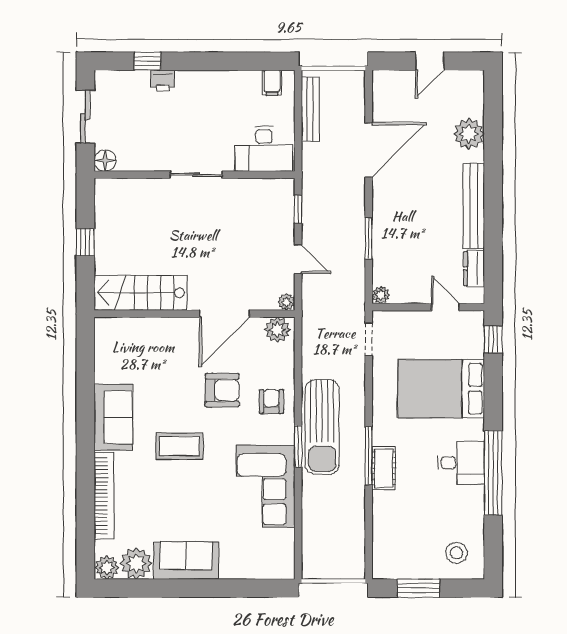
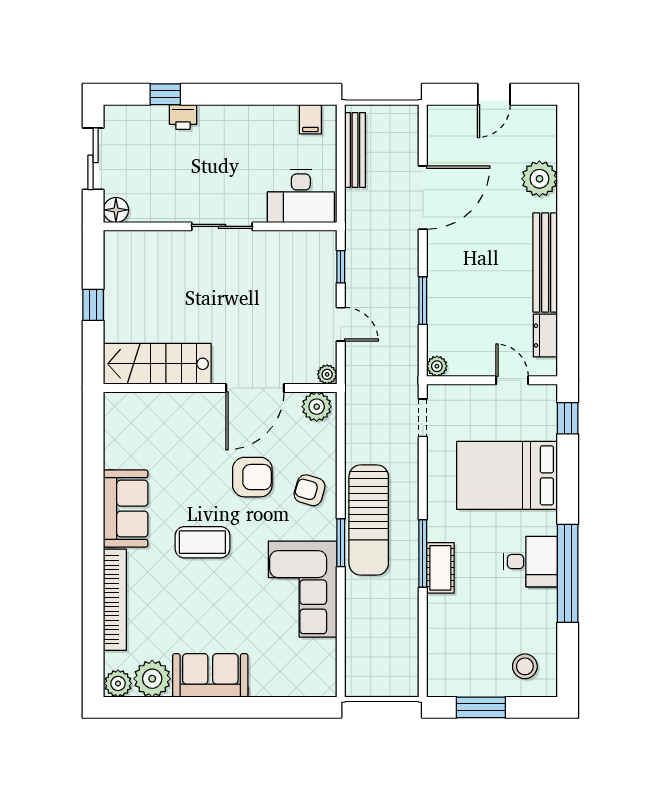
armchair: (271, 401) -> (310, 490), turned -74

